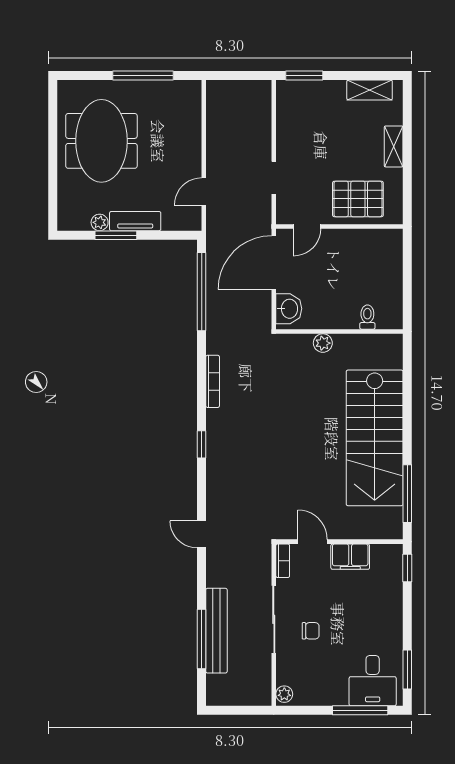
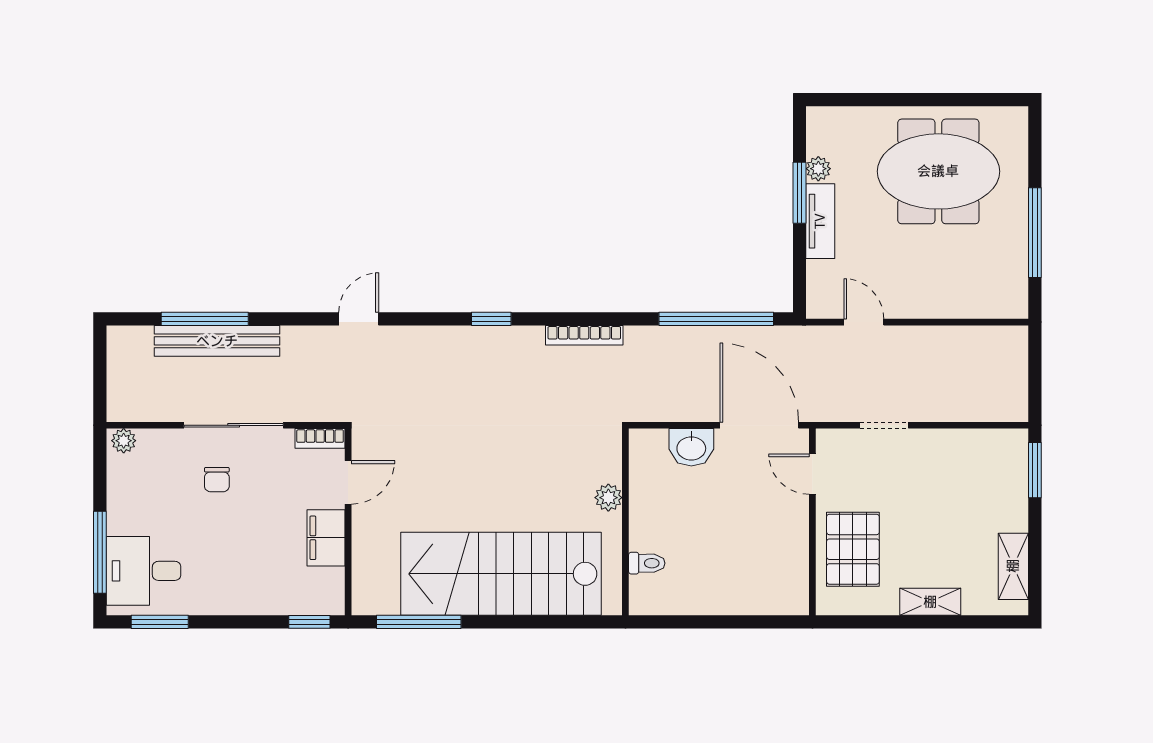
toilet: (367, 317) -> (647, 563), moved
wall: (339, 332) -> (625, 522), moved
plant: (323, 343) -> (608, 498), moved

